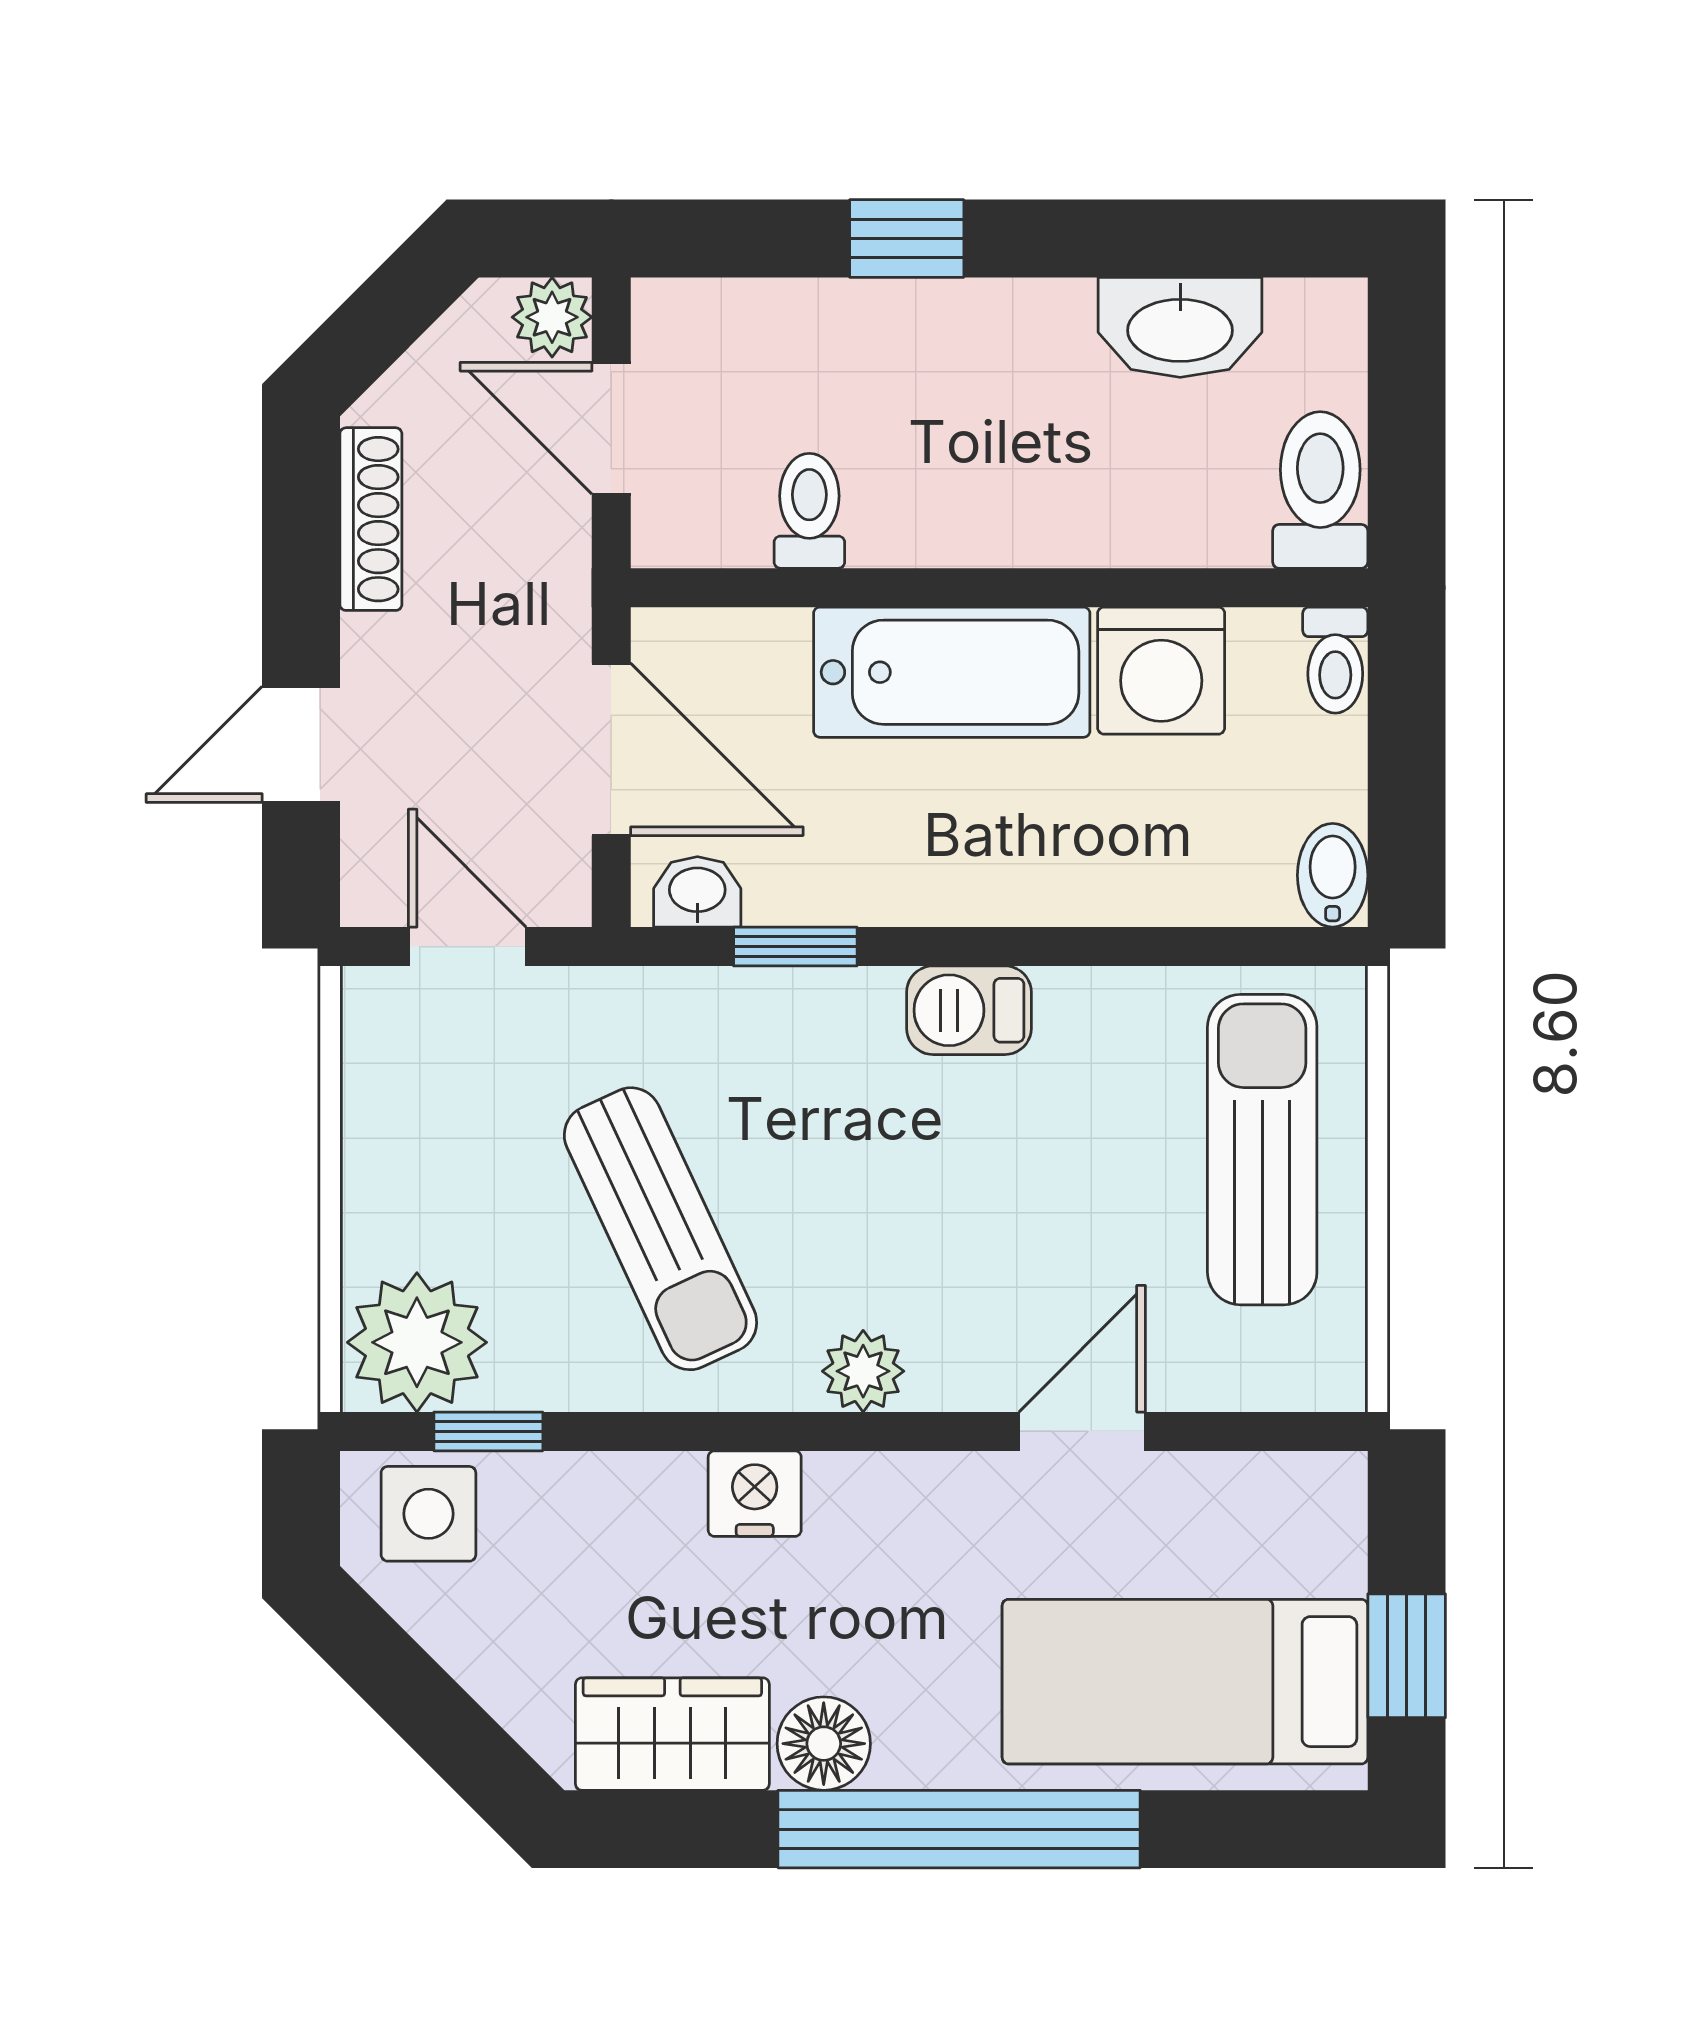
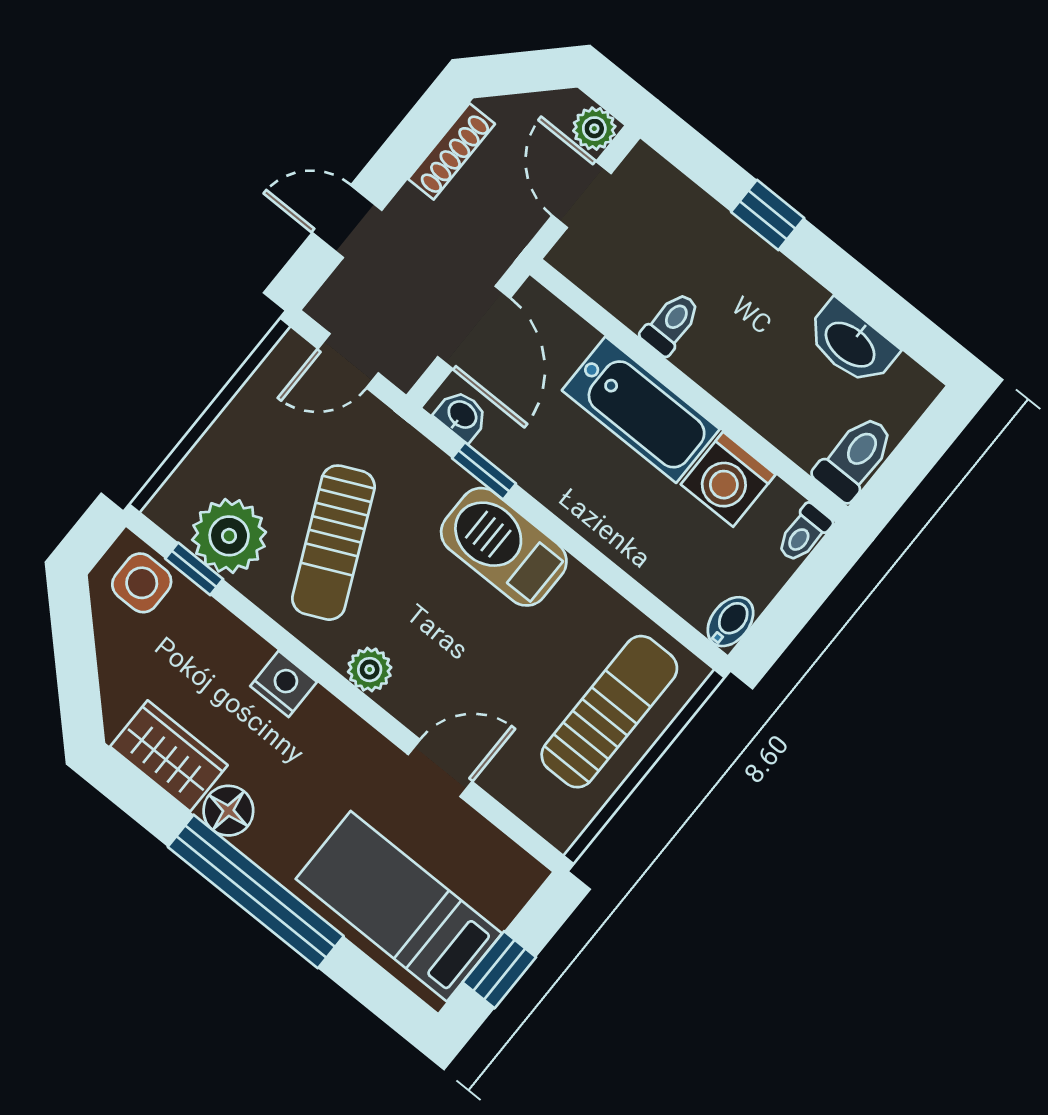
toilet: (809, 511) -> (671, 323), moved
door: (467, 947) -> (348, 361), swing flipped
barbecue: (969, 1010) -> (504, 547), width x1.88, depth x1.53
plant: (417, 1342) -> (229, 536), moved

